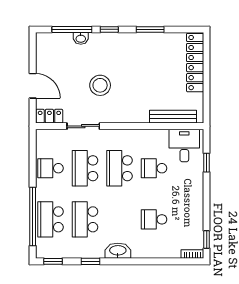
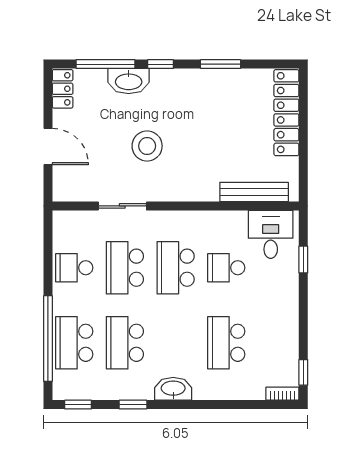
washbasin: (81, 38) -> (129, 81), width x1.91, depth x1.45
locker: (49, 116) -> (63, 89), moved, turned 90
school desk: (154, 219) -> (226, 343), width x1.85

